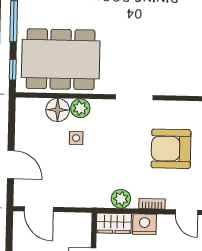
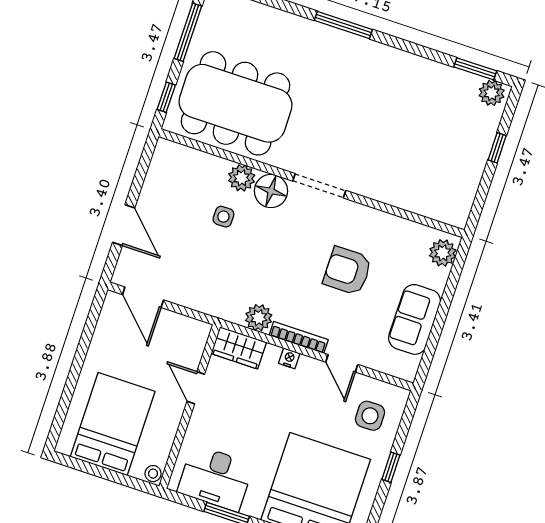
floor lamp: (58, 110) -> (271, 191), moved
armchair: (171, 149) -> (347, 271), width x0.73, depth x0.73
bookcase: (152, 204) -> (299, 337), width x1.56
nightstand: (144, 224) -> (289, 358), width x0.53, depth x0.56

